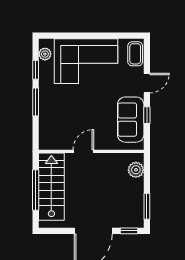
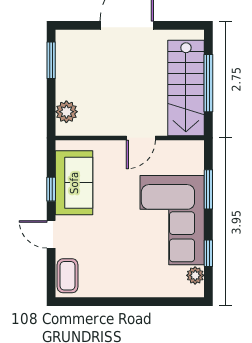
corner sofa: (86, 61) -> (172, 220), moved, turned -90
door: (147, 83) -> (51, 234), hinge flipped
window: (36, 102) -> (208, 189), moved
window: (129, 231) -> (76, 25), removed

